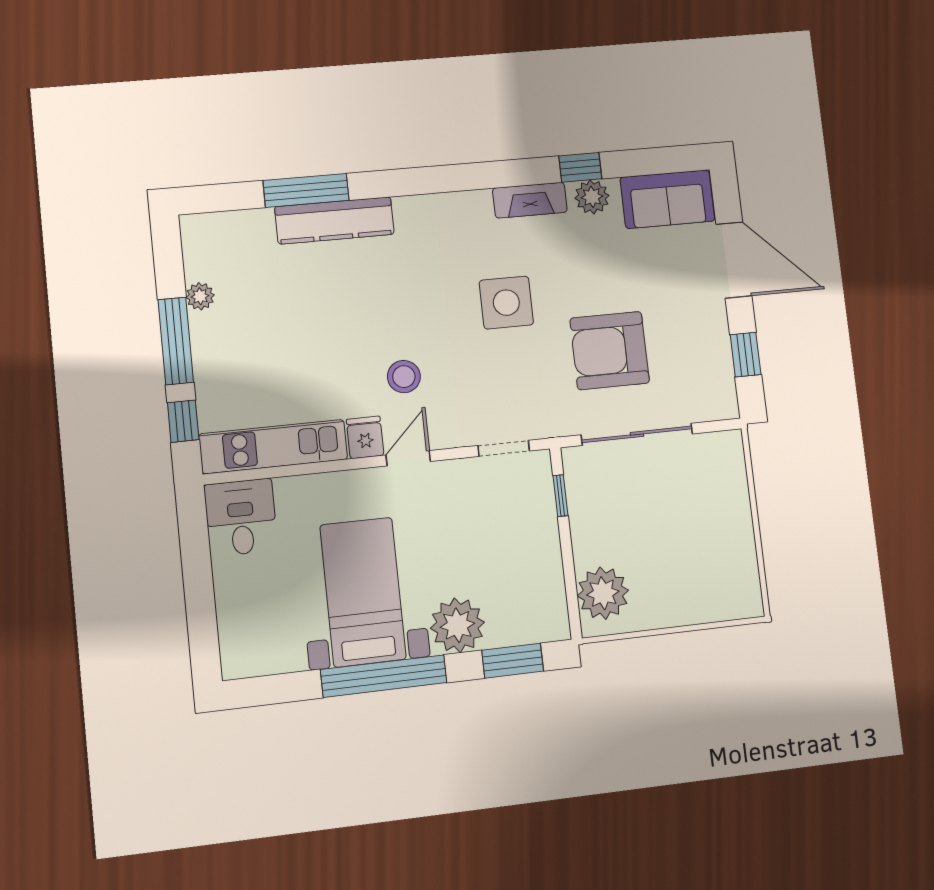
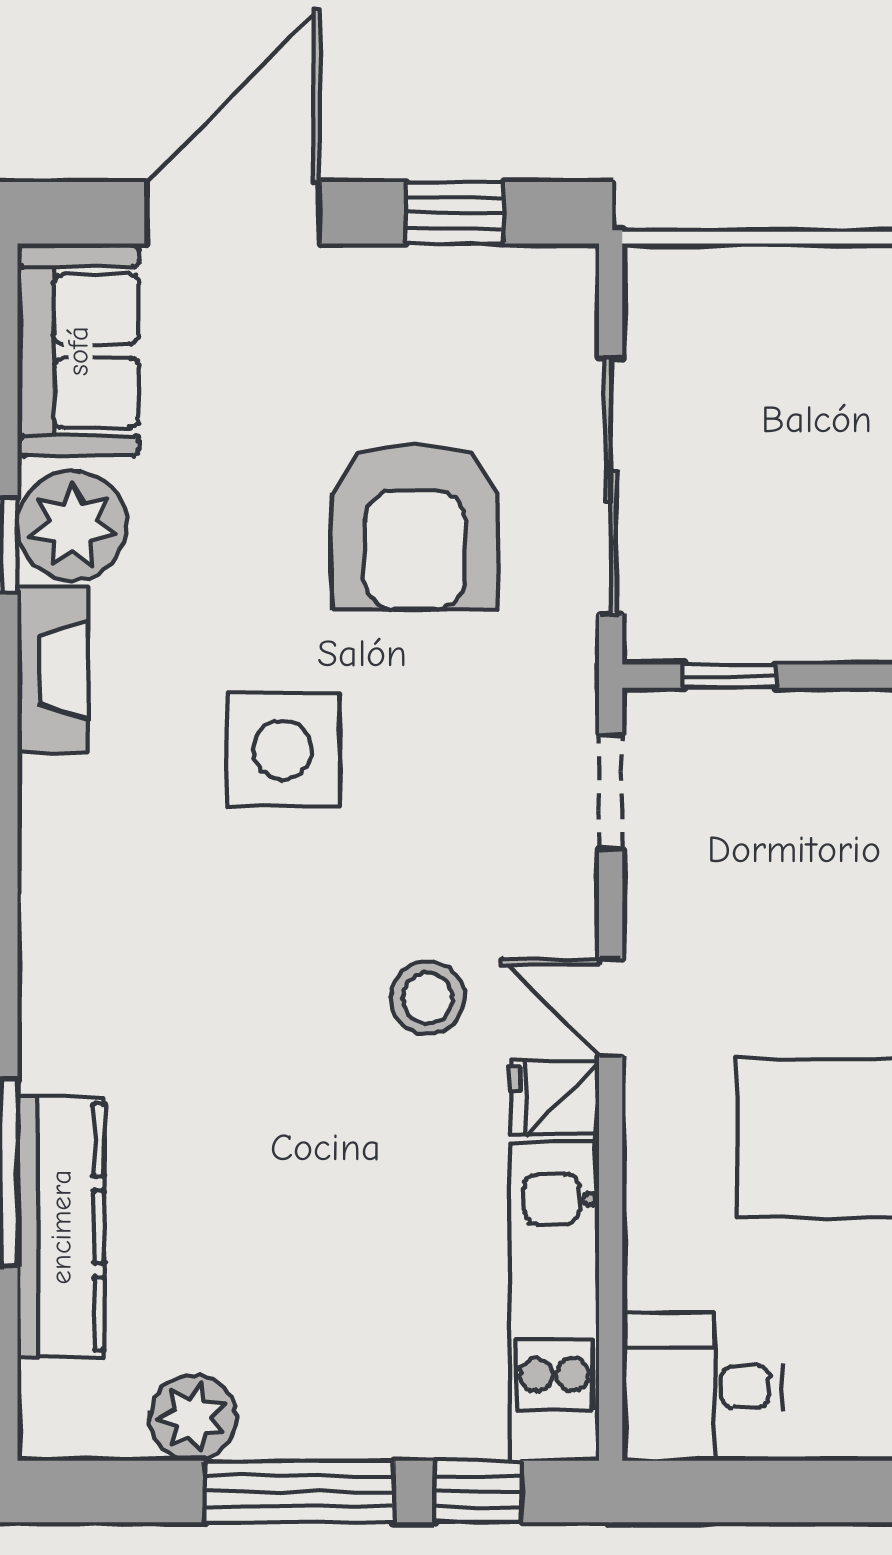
plant: (592, 197) -> (72, 526), width x1.36, depth x1.36
kitchen counter: (335, 221) -> (61, 1227), moved
plant: (200, 296) -> (193, 1418), width x1.38, depth x1.38

